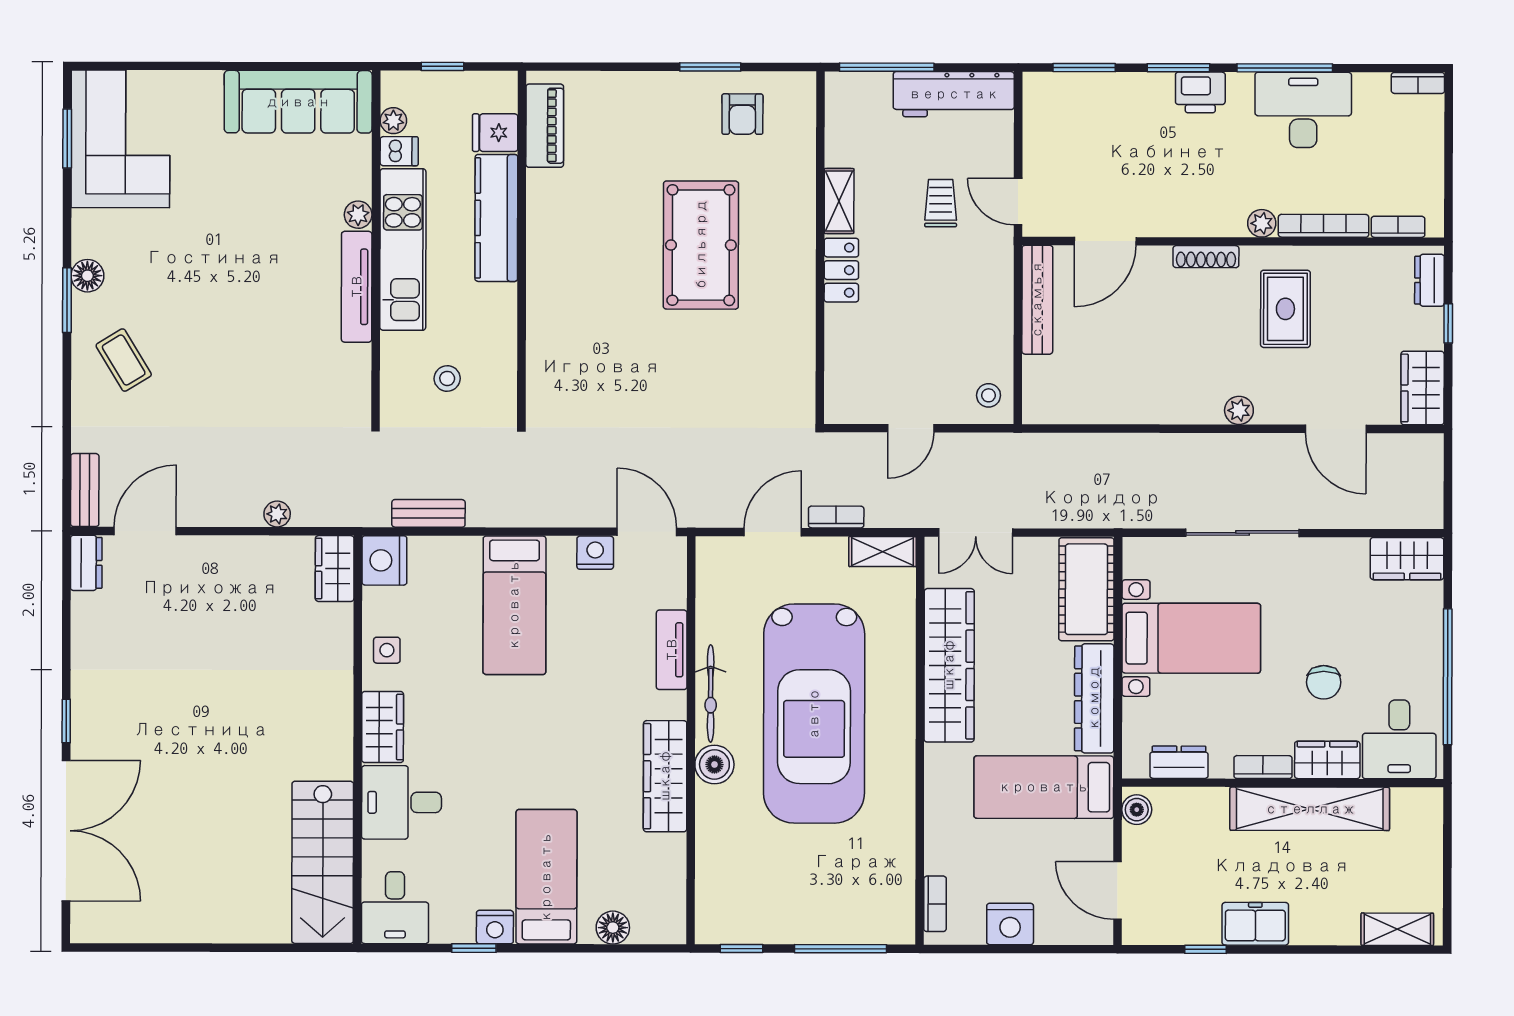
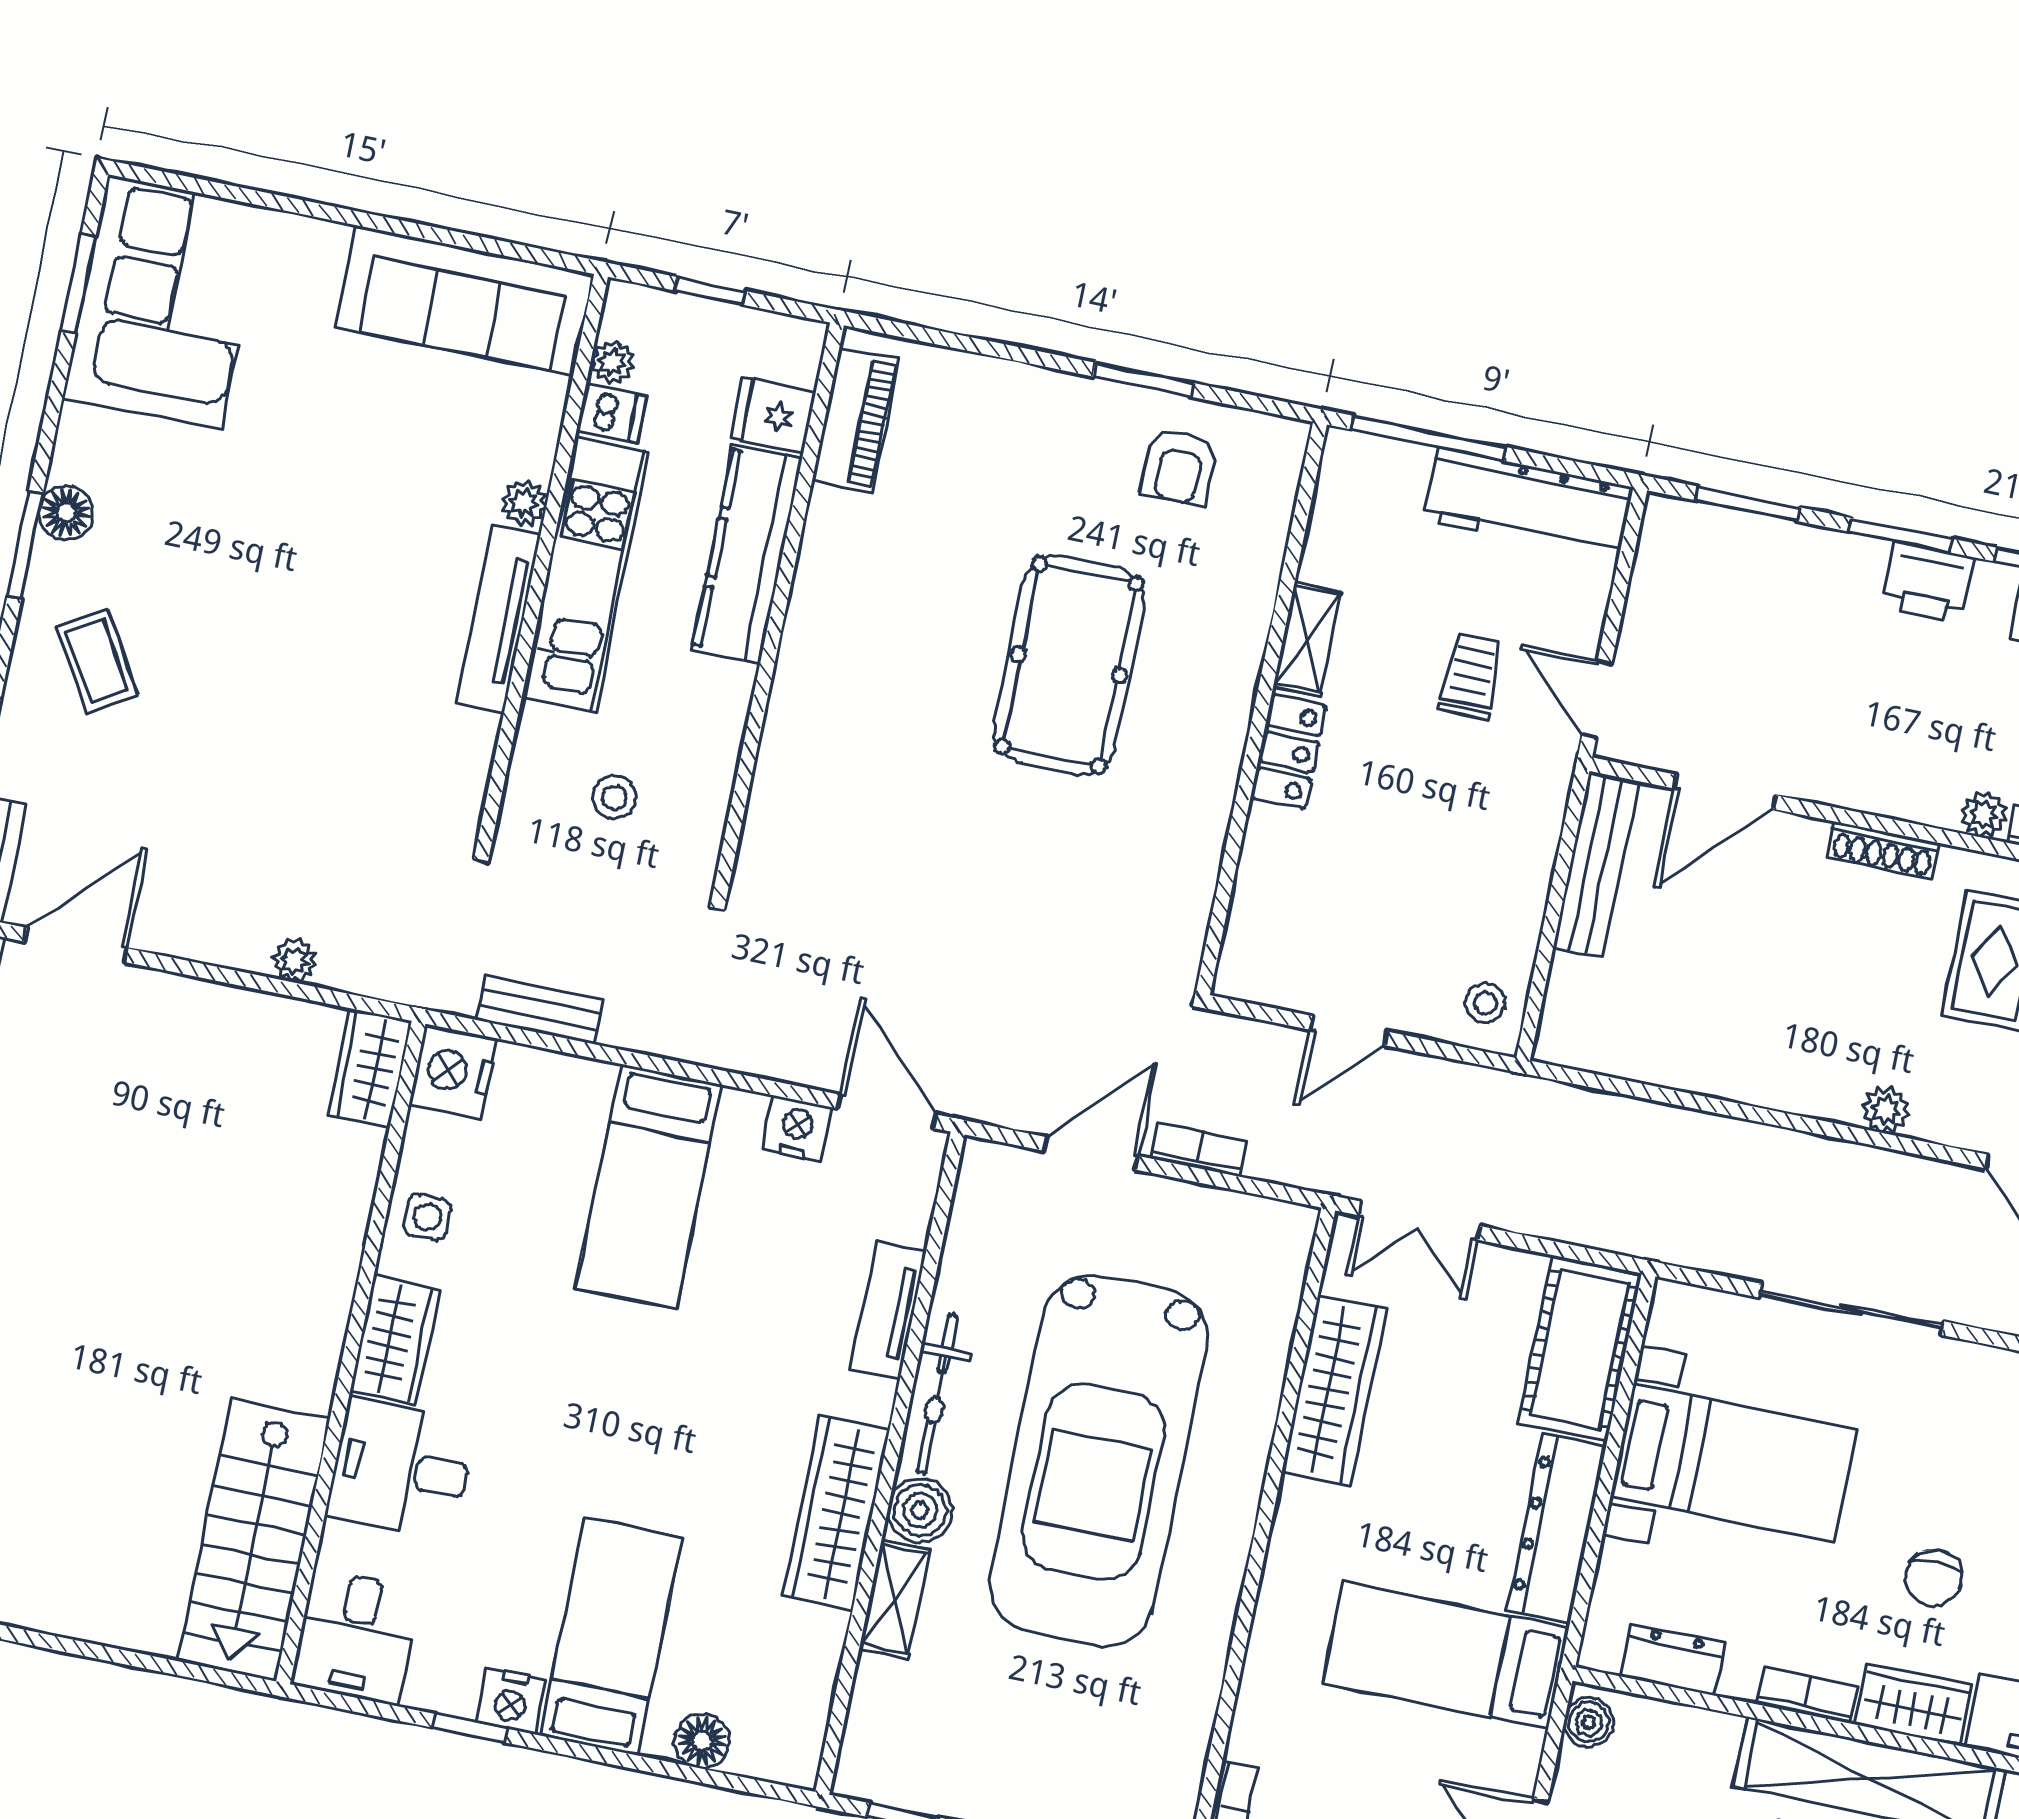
shelving: (883, 552) -> (895, 1599), moved, turned 90
wardrobe: (949, 665) -> (1334, 1390), width x0.71, depth x0.85

